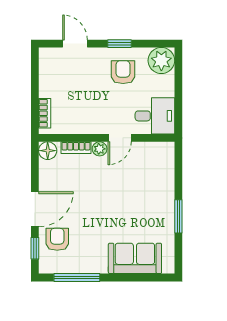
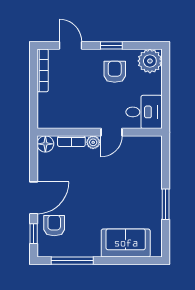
bookcase: (45, 113) -> (43, 70), moved, width x1.56

